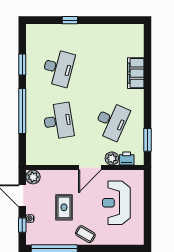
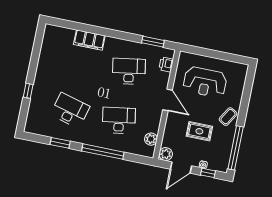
desk: (112, 121) -> (129, 71), turned -33
plant: (112, 158) -> (151, 139), moved

